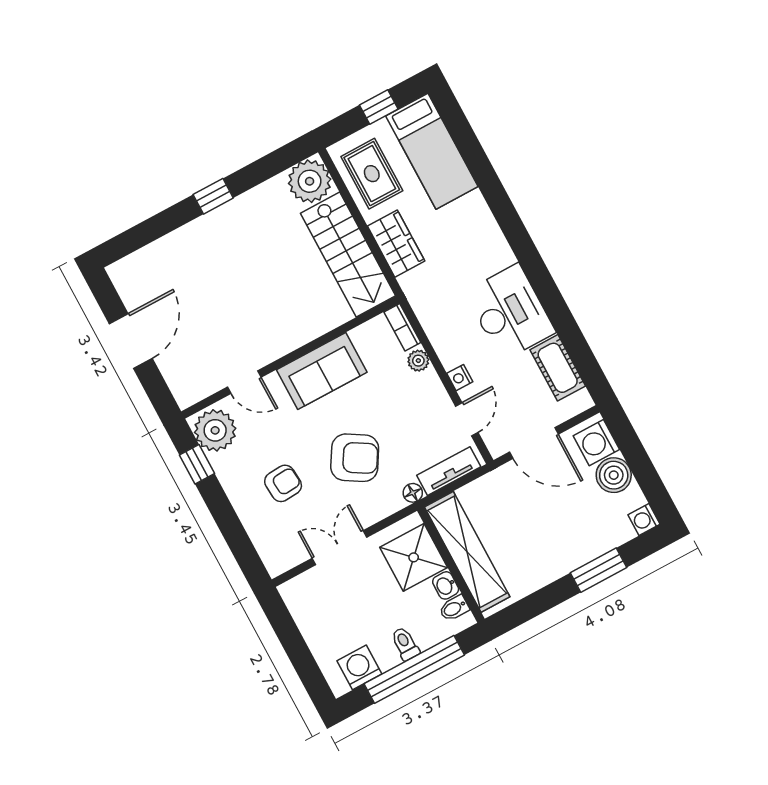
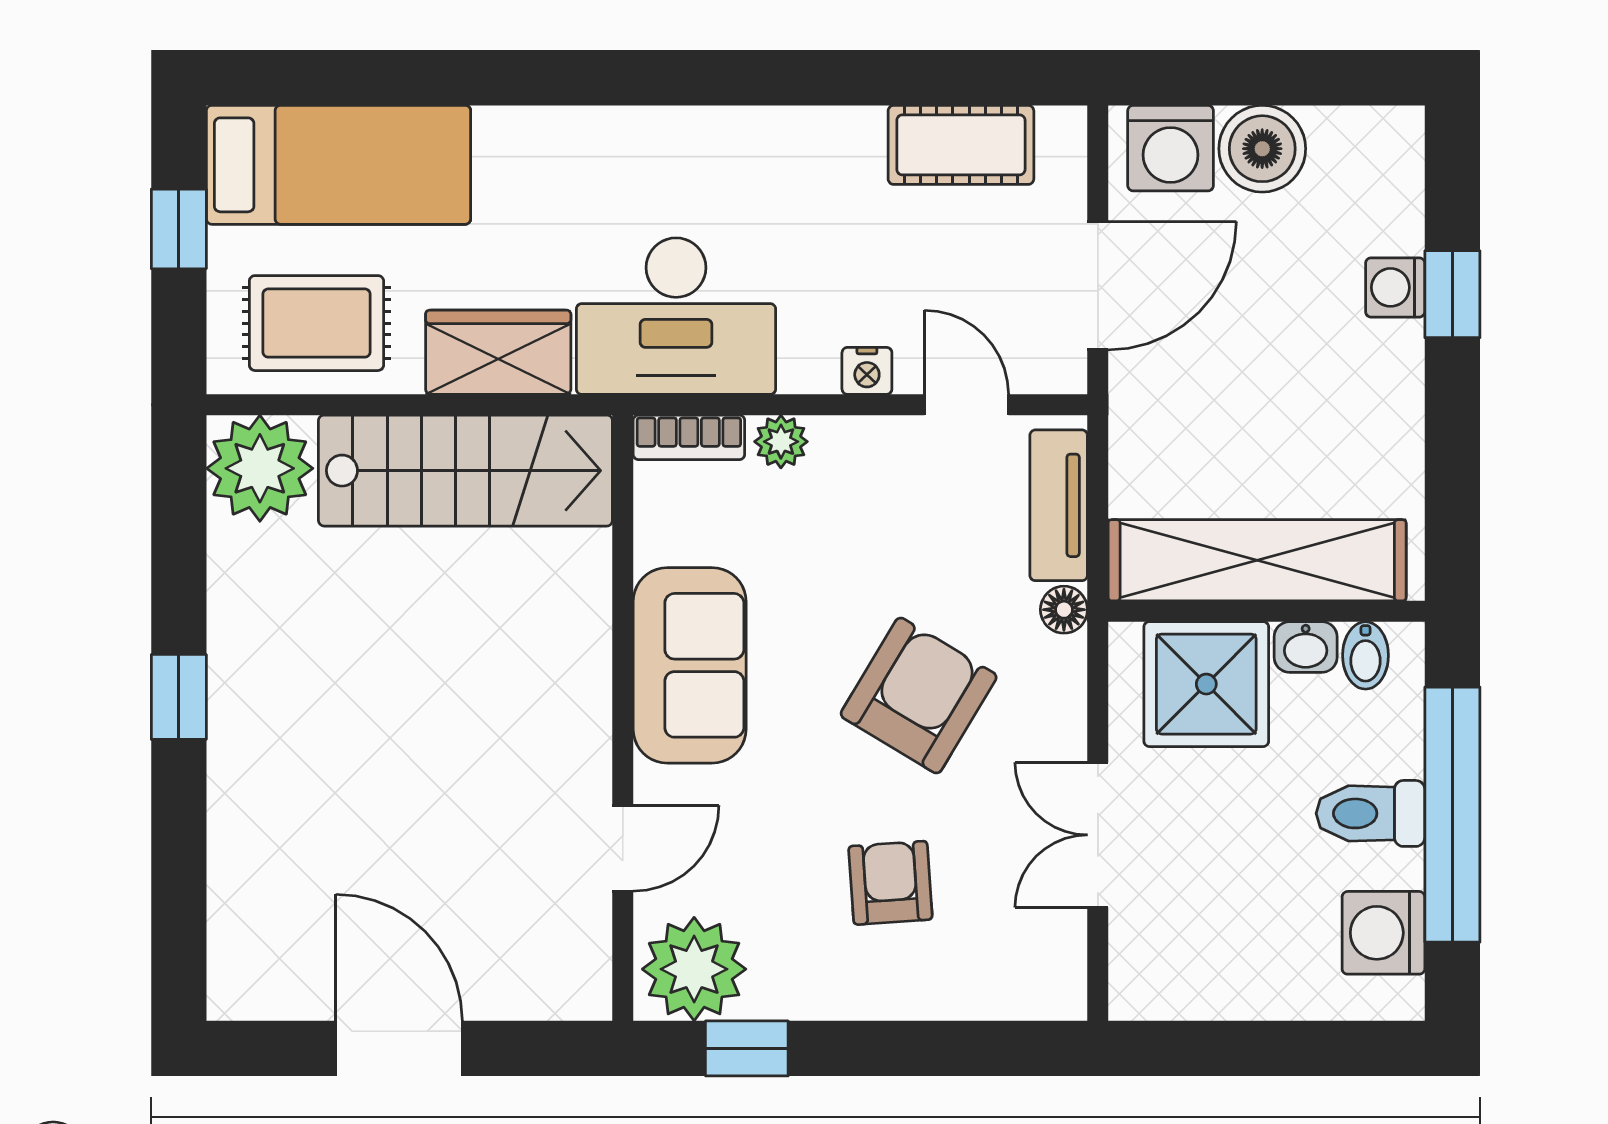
desk: (510, 312) -> (676, 316), moved, turned 180
washing machine: (644, 520) -> (1395, 287), moved, turned 90
window: (598, 570) -> (1452, 294), width x0.67
toilet: (405, 644) -> (1370, 813), width x1.37, depth x1.39

